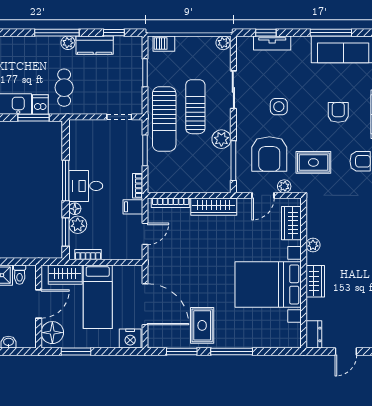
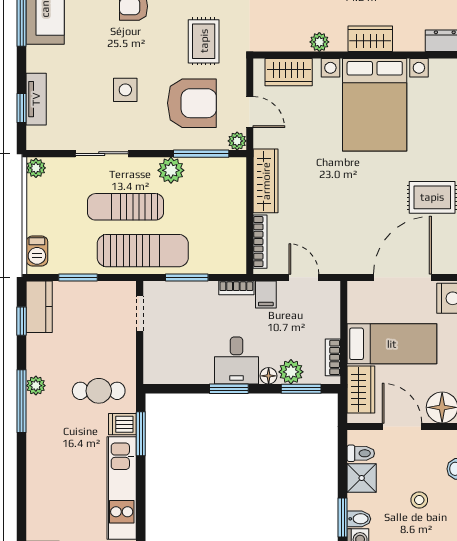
kitchen counter: (95, 45) -> (39, 307), moved
window: (66, 180) -> (229, 389), width x0.69
plant: (284, 186) -> (237, 141), moved

